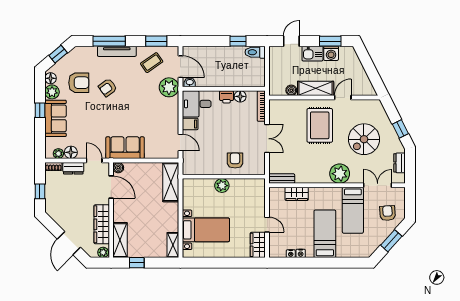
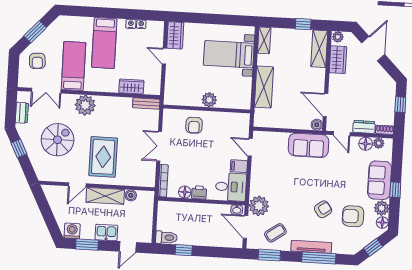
washing machine: (331, 53) -> (72, 231), moved
shelving: (171, 182) -> (264, 87), moved
wardrobe: (102, 224) -> (338, 60), width x0.67

